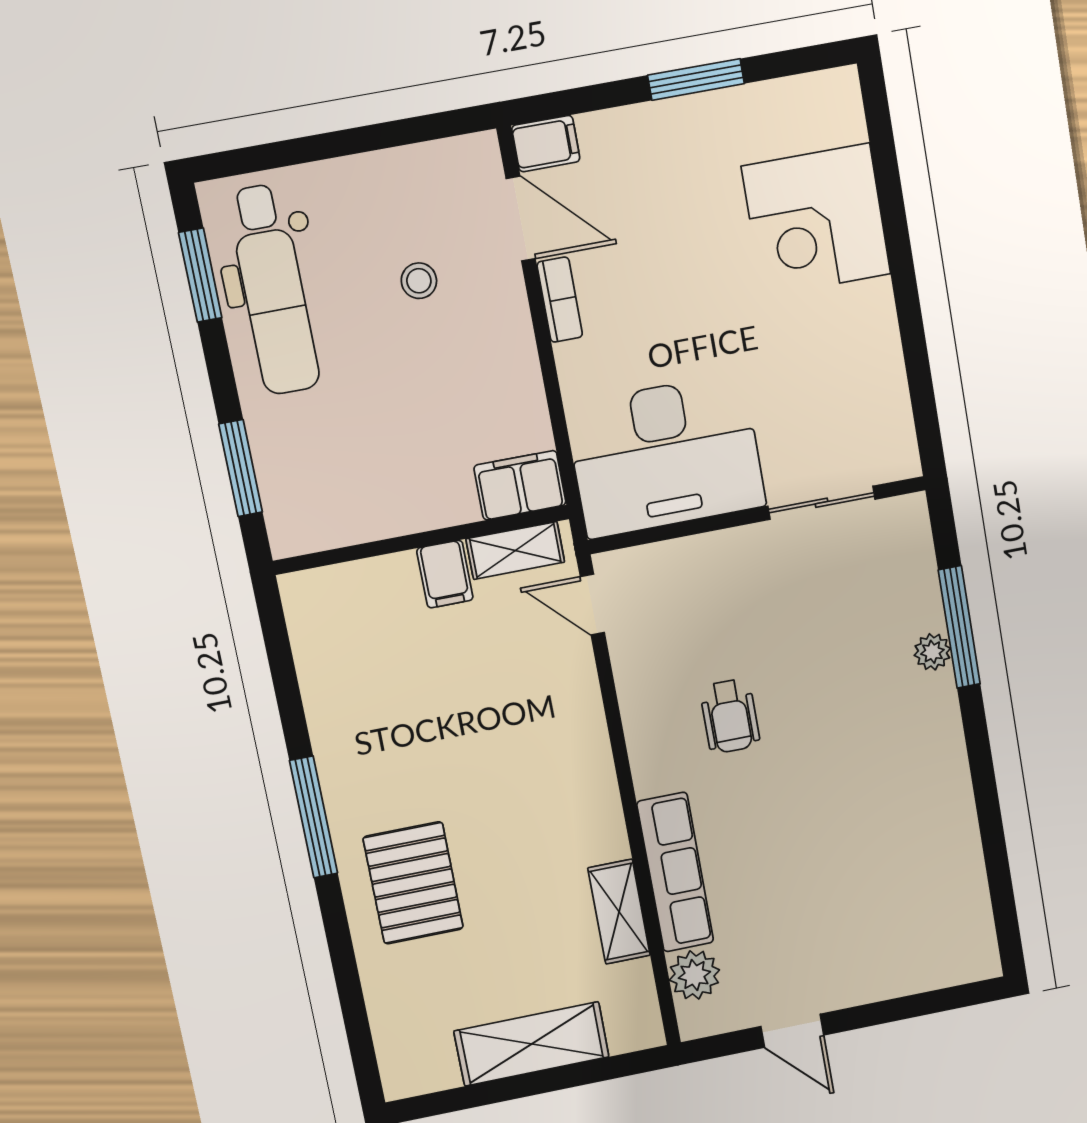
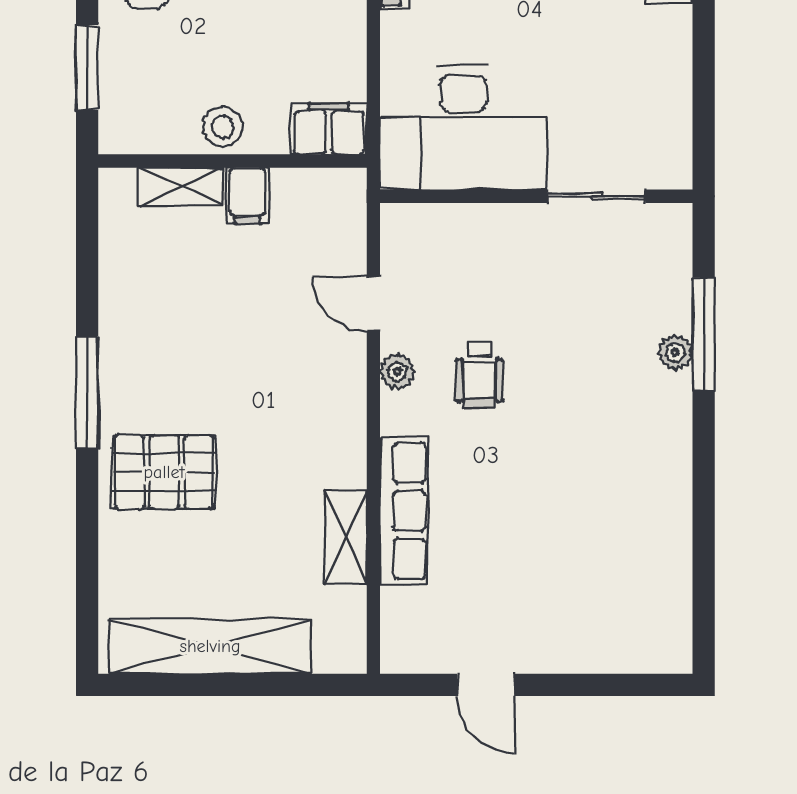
stool: (403, 505) -> (223, 127), added
shelving: (515, 550) -> (181, 186), moved
door: (592, 605) -> (373, 304), moved
pallet: (413, 883) -> (164, 472), turned 90
plant: (694, 975) -> (398, 372), moved, width x0.73, depth x0.73
shelving: (532, 1044) -> (210, 646), width x1.47

